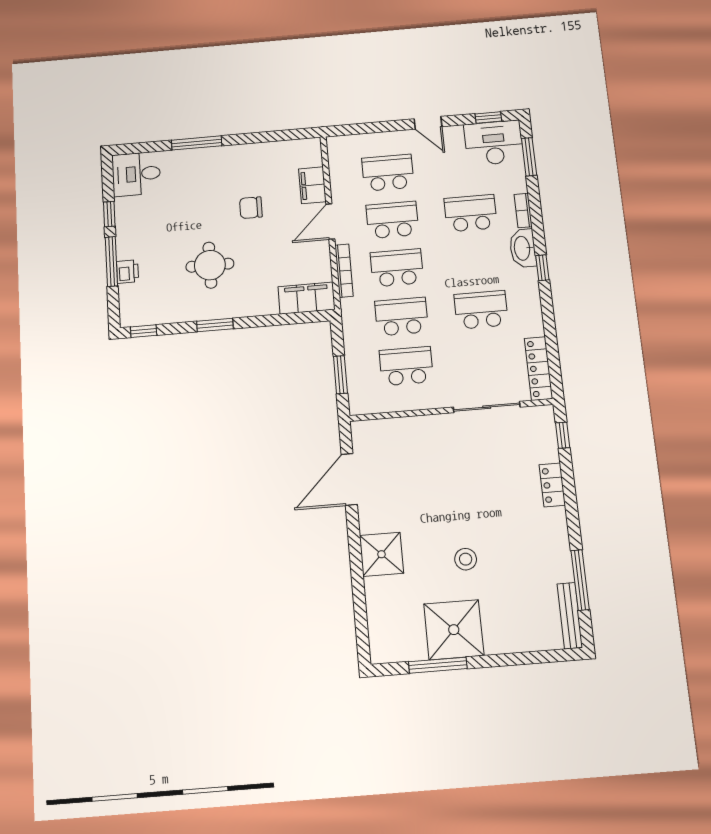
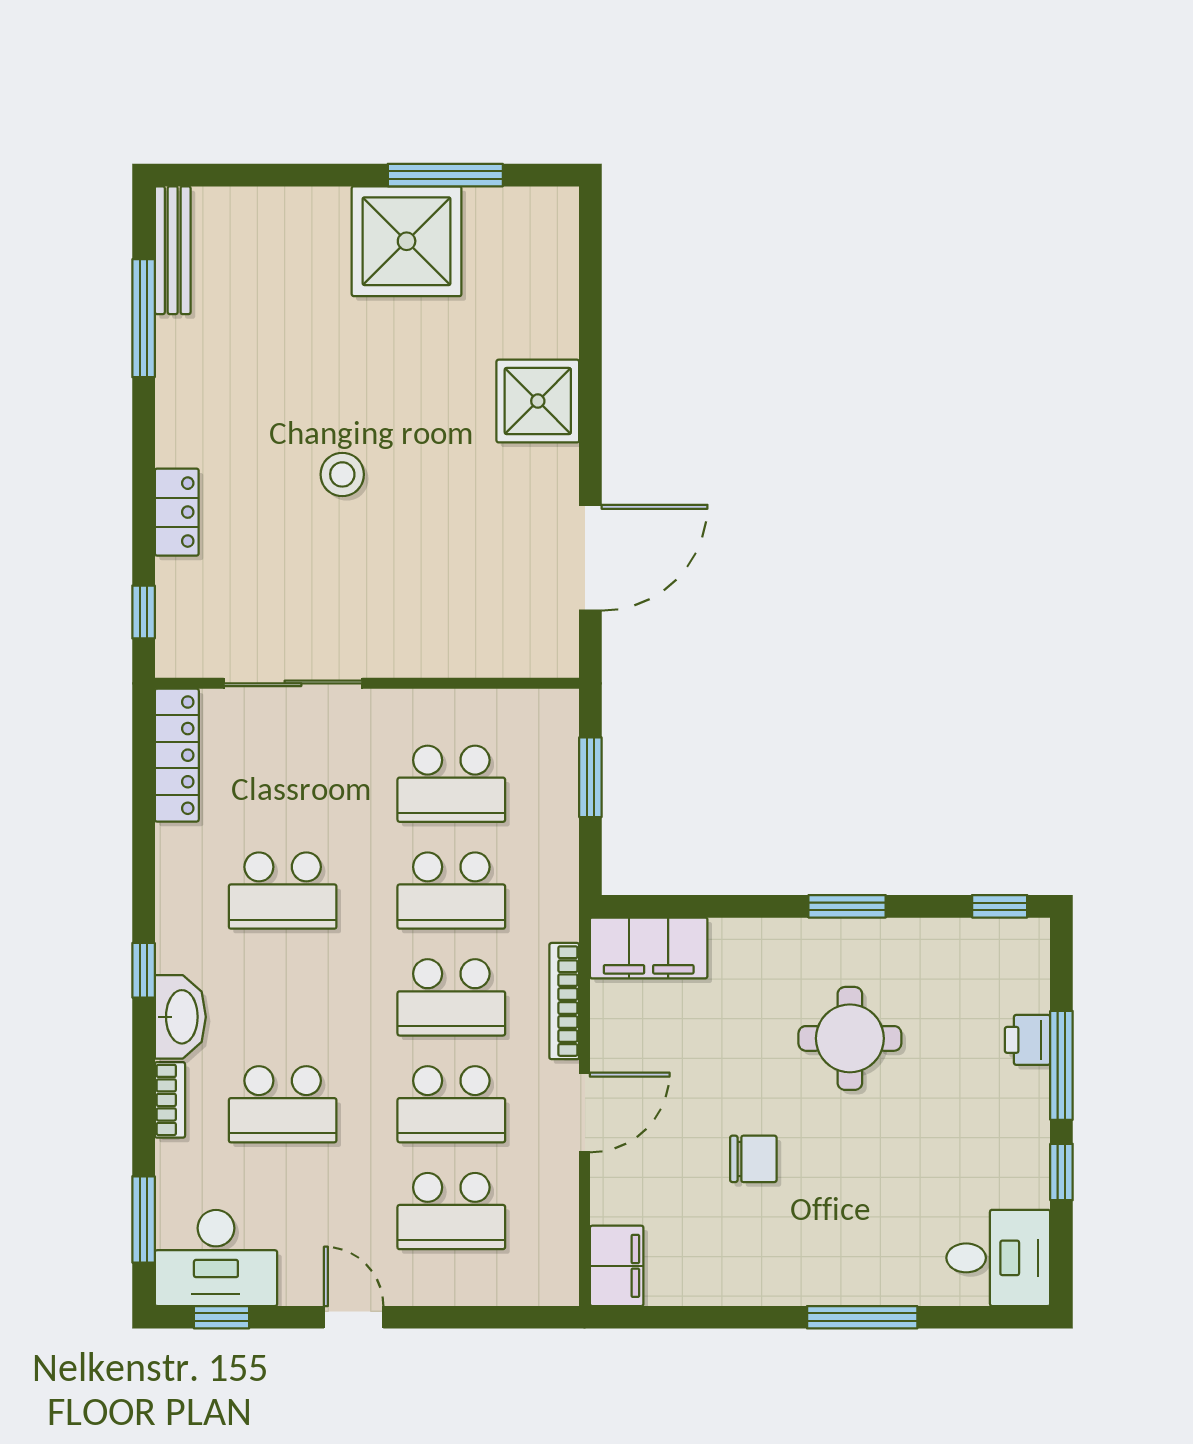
filing cabinet: (312, 185) -> (617, 1266), moved
stool: (466, 559) -> (342, 474), moved

